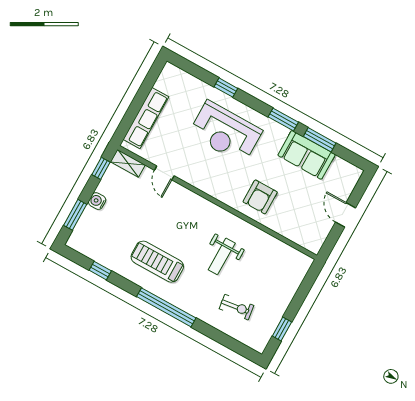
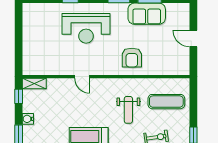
row of seats: (146, 118) -> (30, 48), removed
door: (164, 173) -> (82, 77), moved
exercise mat: (272, 272) -> (166, 102), added

